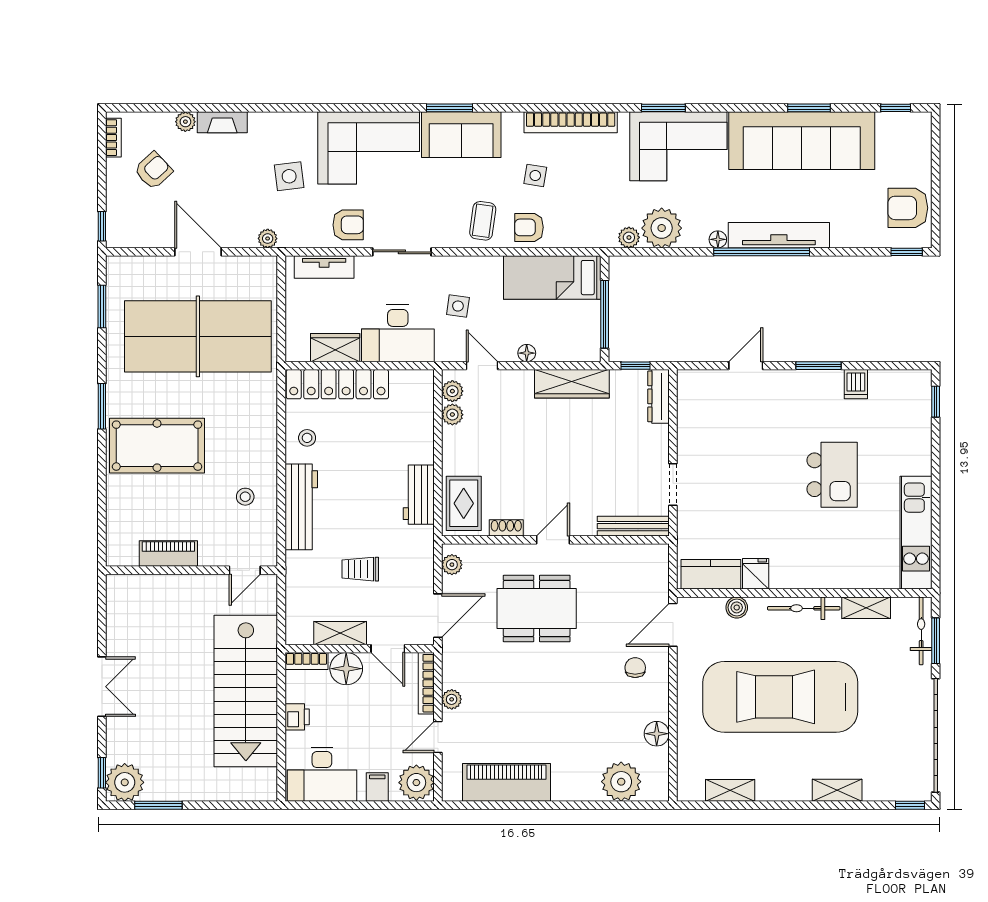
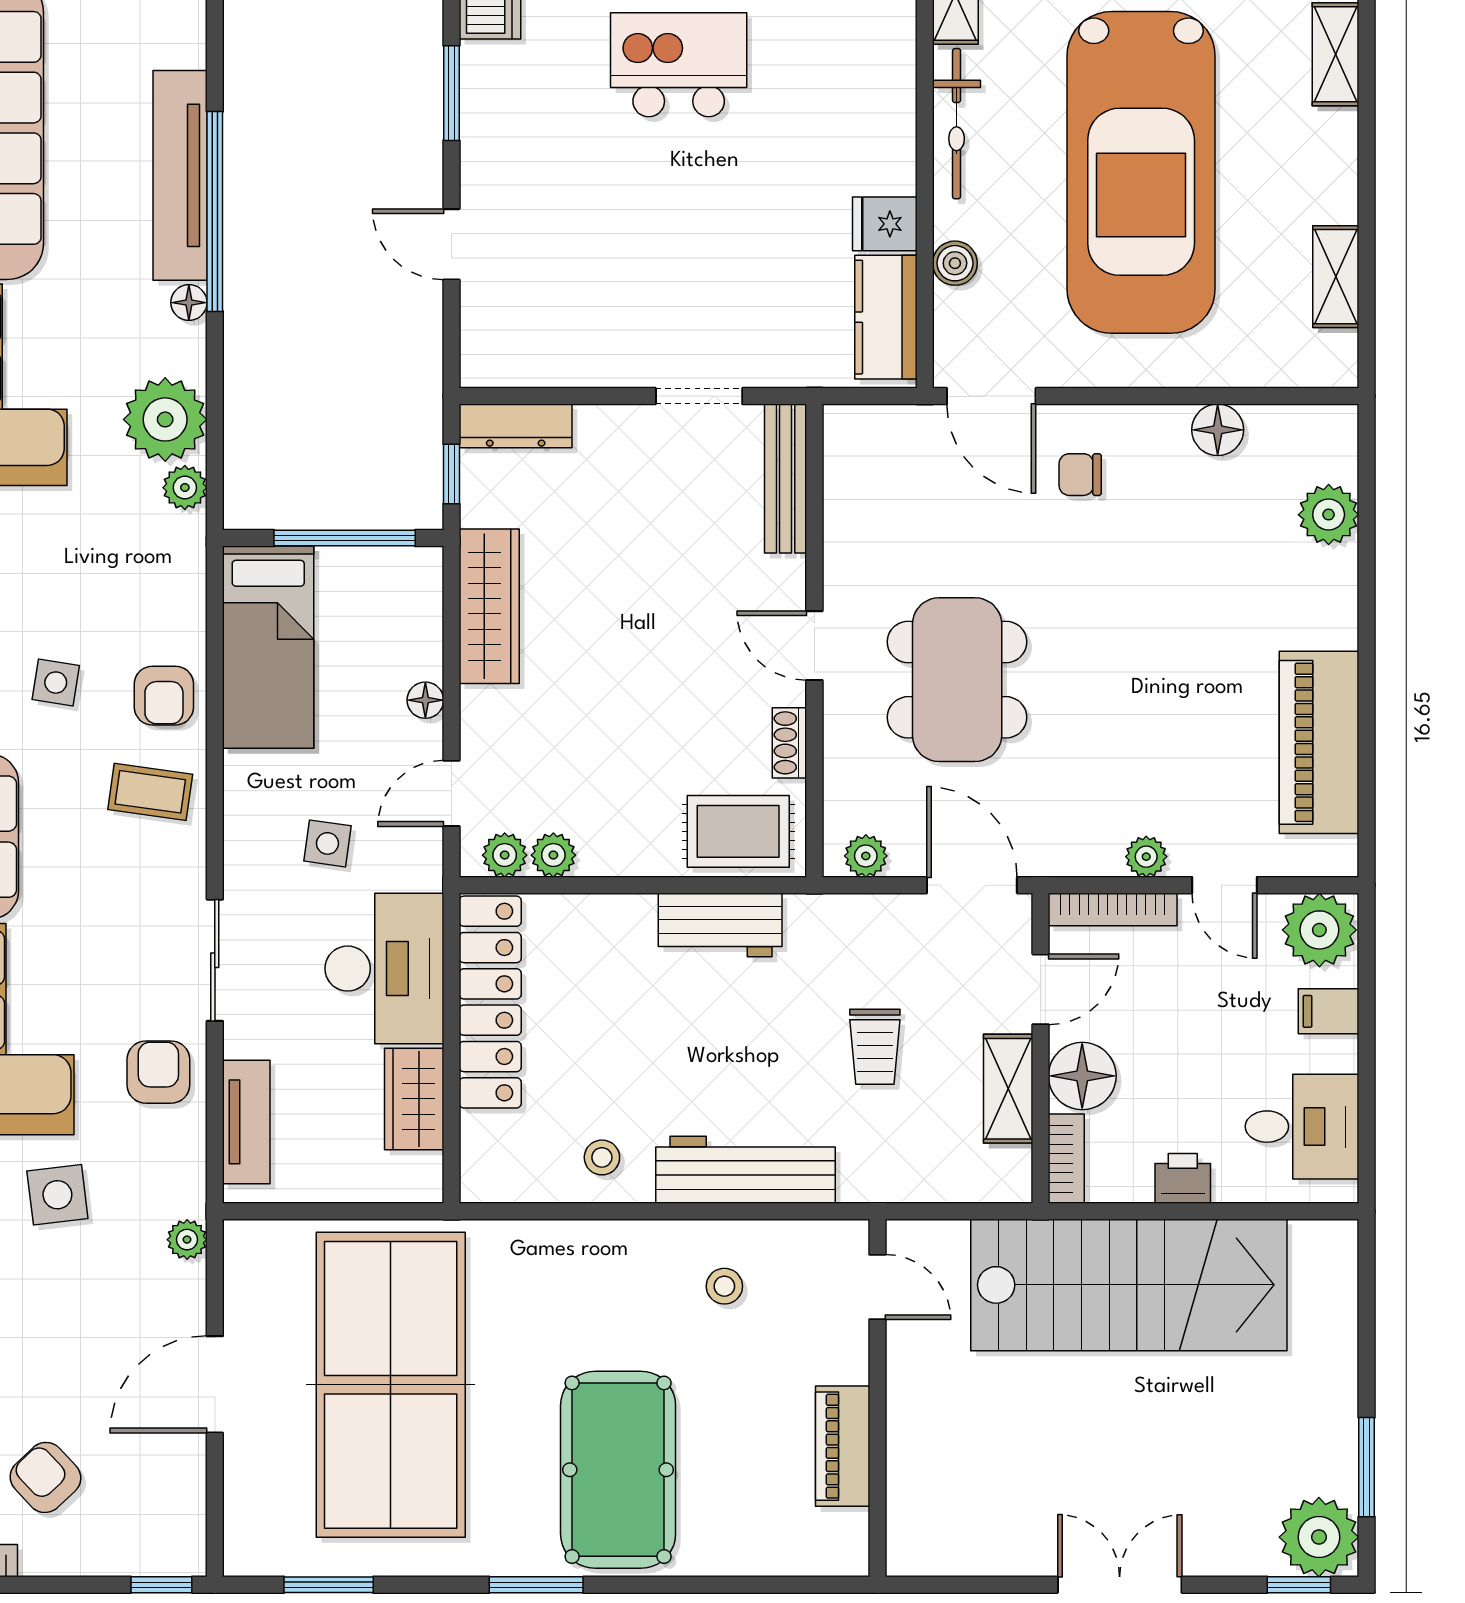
locker: (337, 384) -> (490, 1002), moved
desk: (322, 774) -> (1302, 1127), width x0.73
plant: (621, 782) -> (1329, 515), width x0.73, depth x0.73

